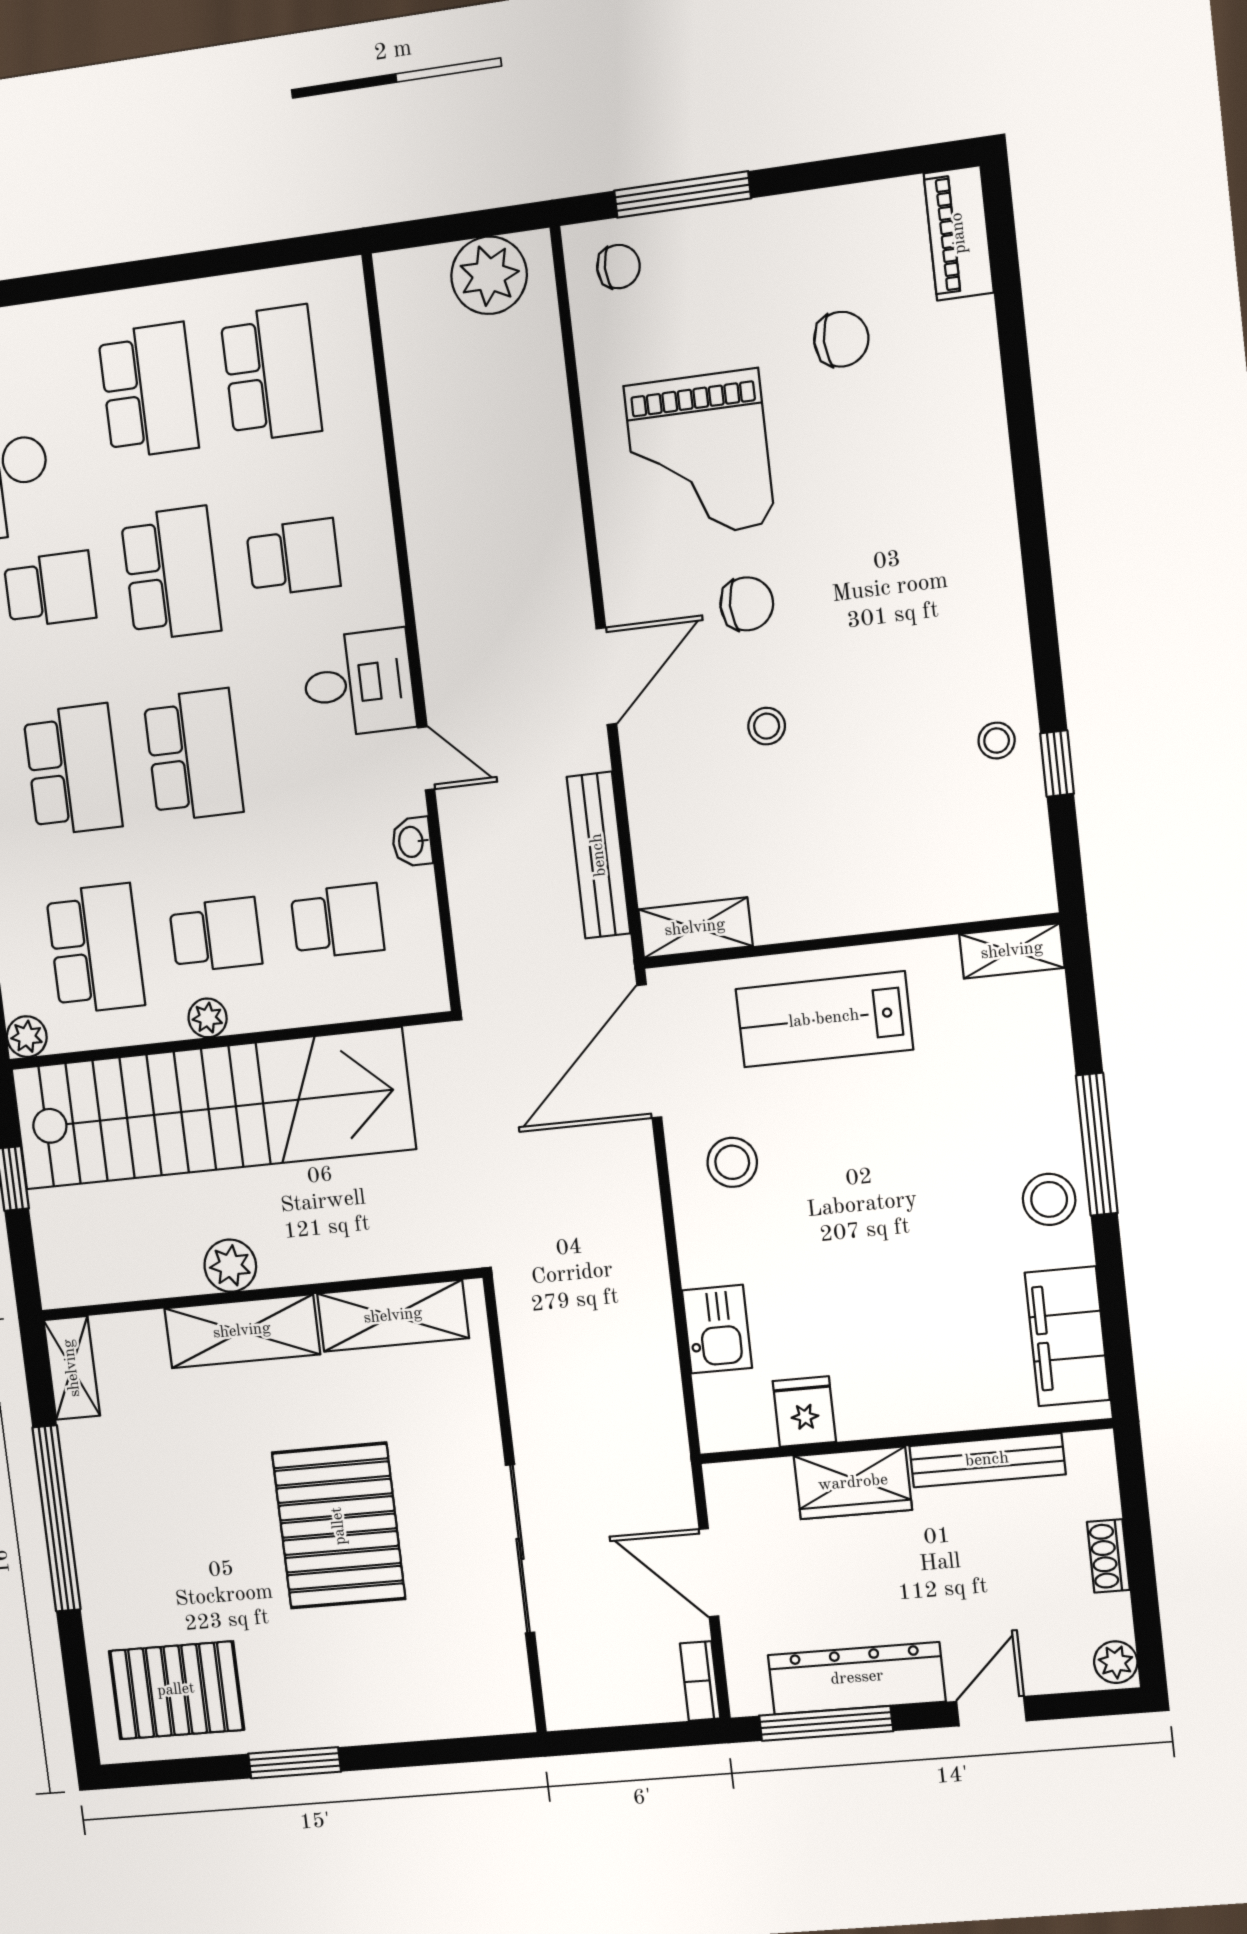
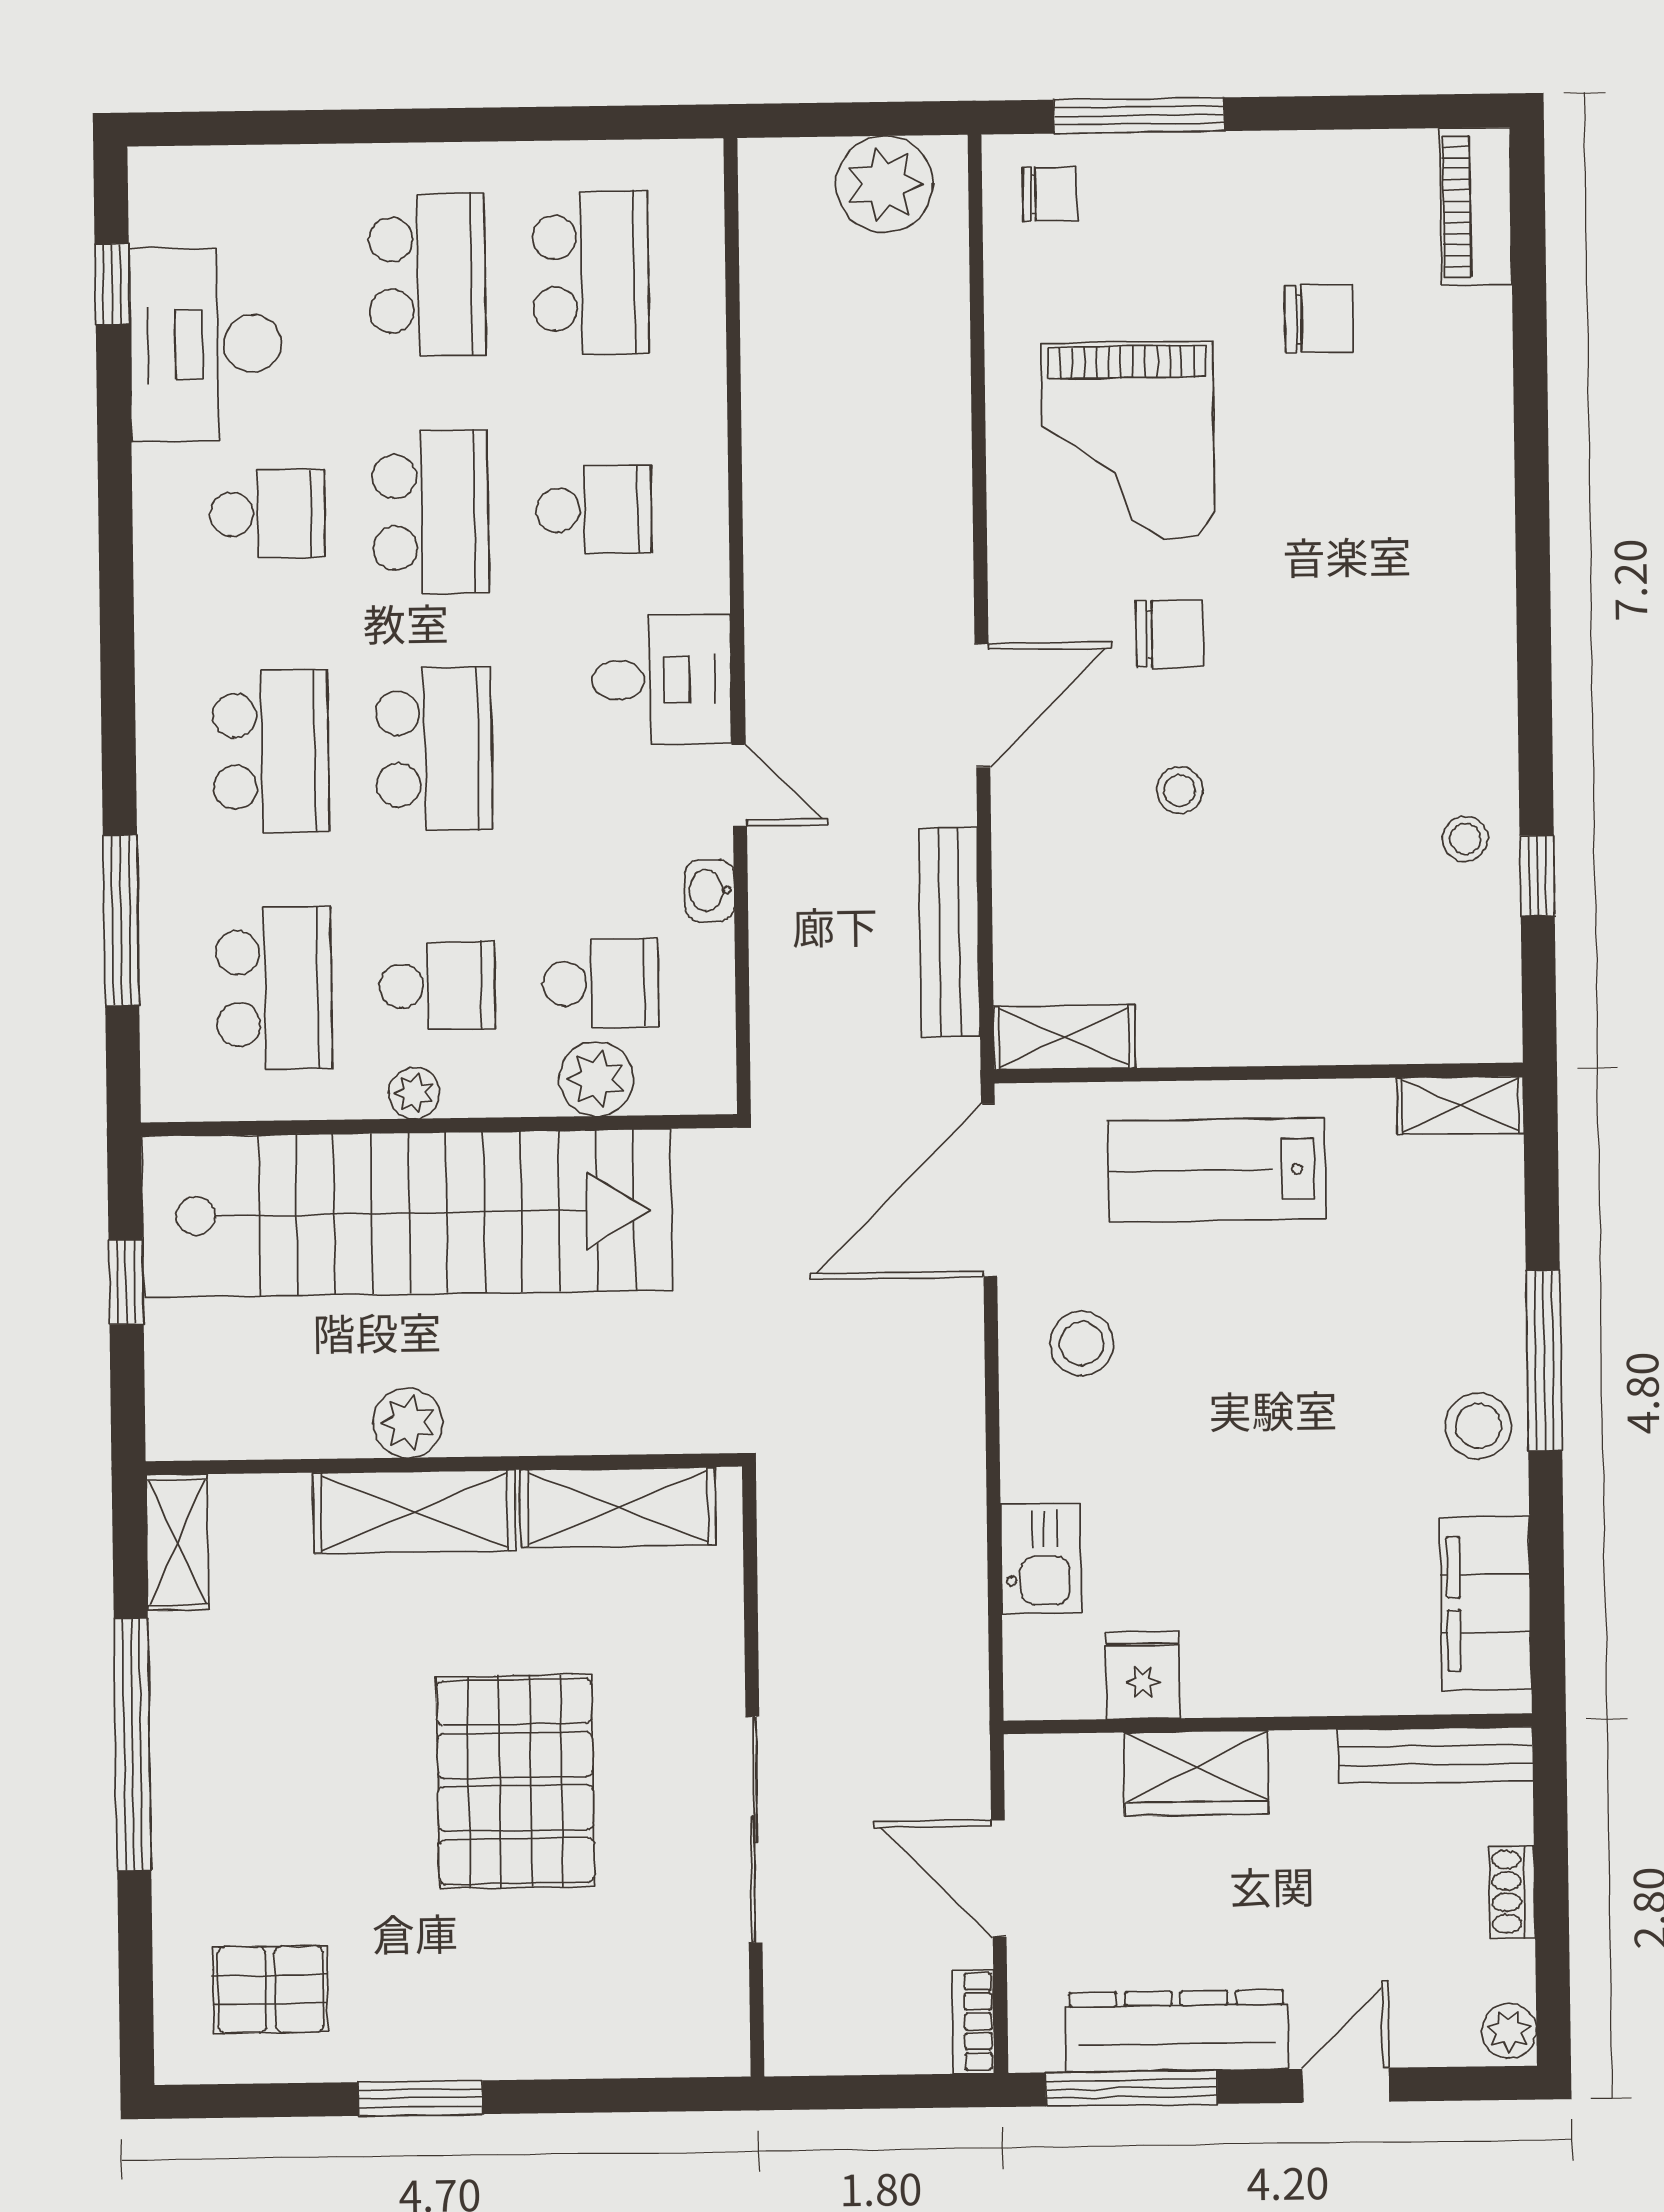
plant: (27, 1037) -> (596, 1079), moved, width x1.38, depth x1.38
bench: (987, 1460) -> (1436, 1755), moved
pallet: (176, 1690) -> (270, 1990), width x0.67, depth x0.71

